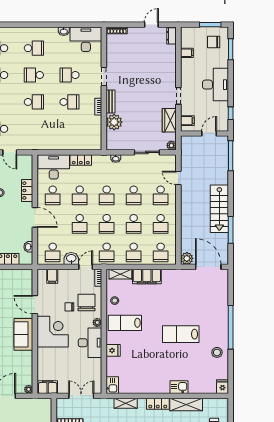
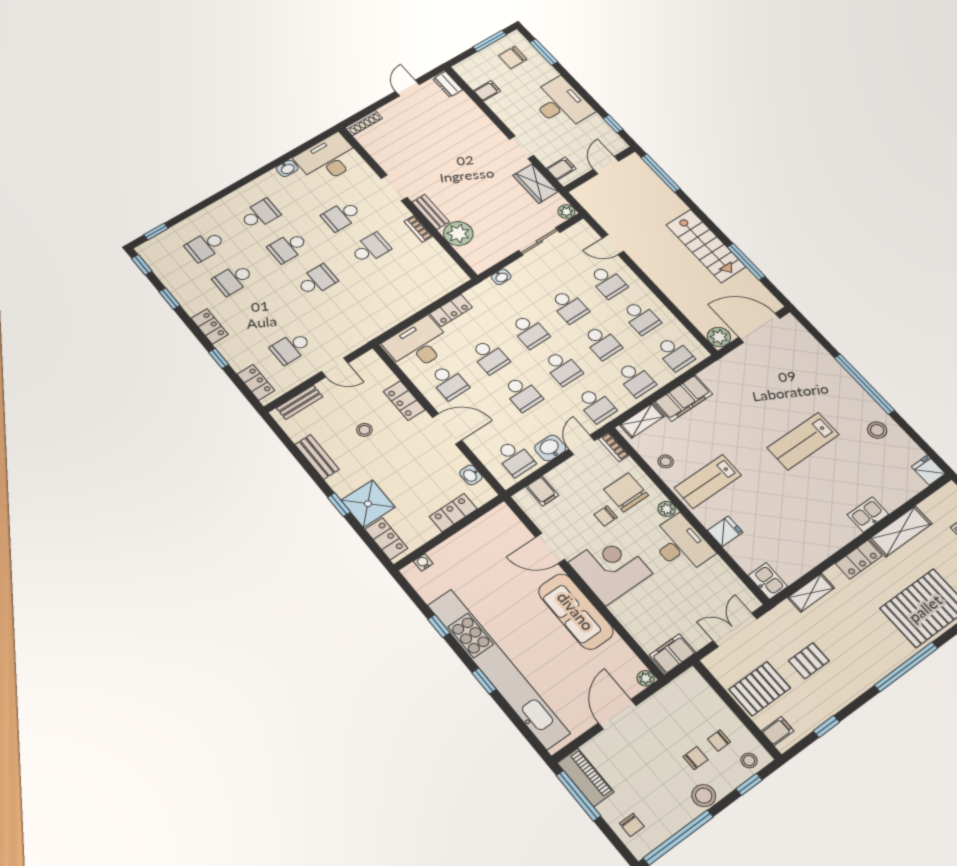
sofa: (23, 334) -> (576, 611), width x1.36

